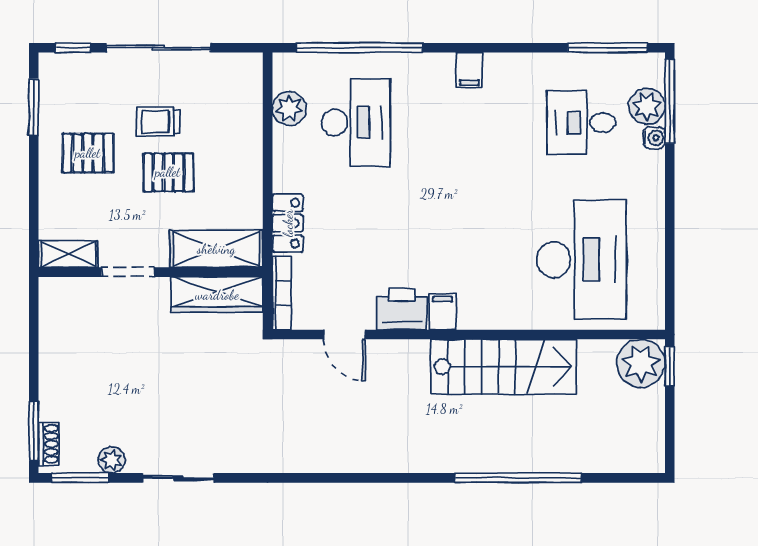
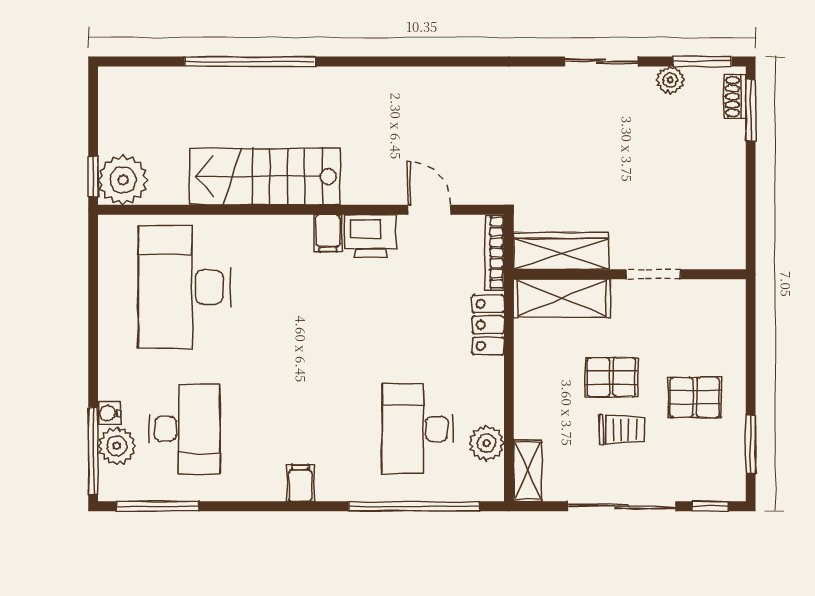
desk: (581, 123) -> (184, 429), width x1.37
shelving: (68, 254) -> (528, 471), moved, turned 90

